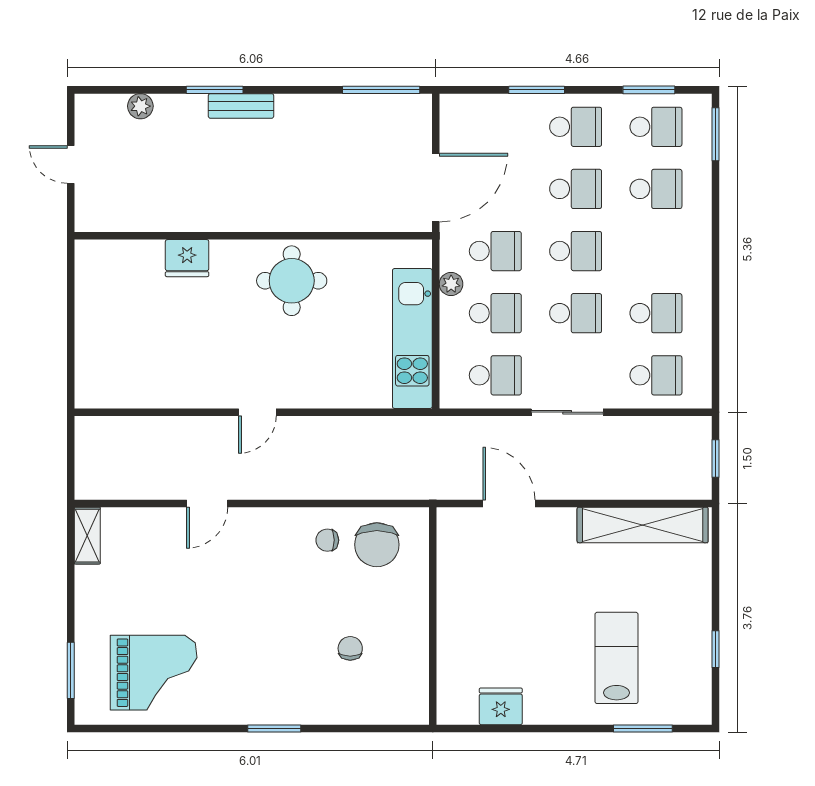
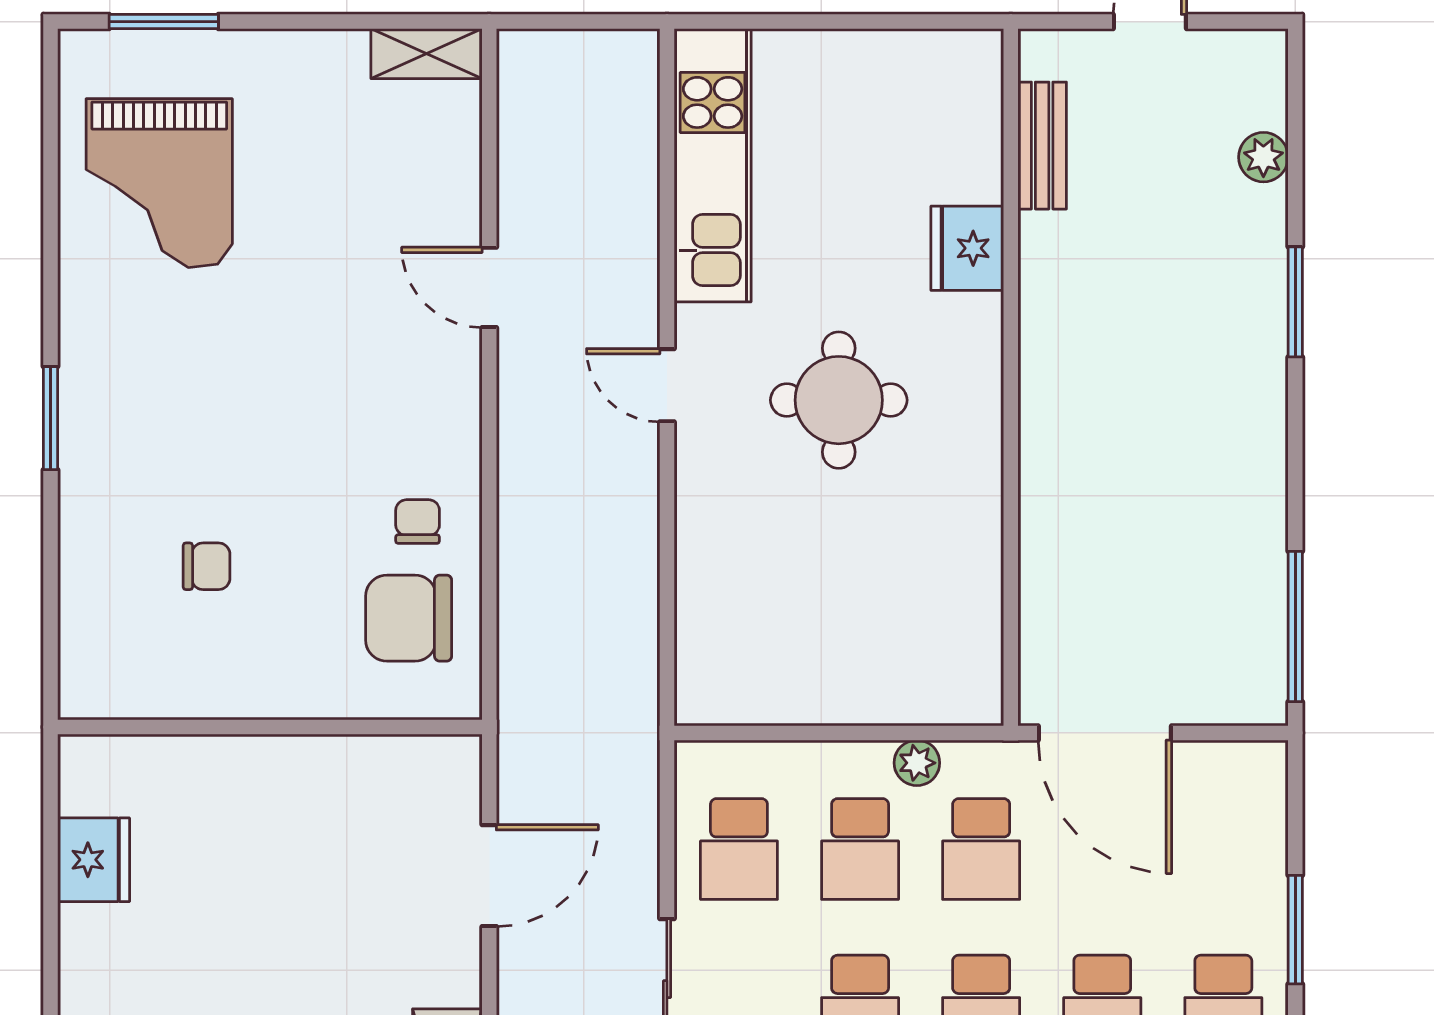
bench: (241, 106) -> (1042, 146), moved
round table: (292, 281) -> (839, 400), moved
kitchen unit: (412, 338) -> (713, 165), moved, turned 90

